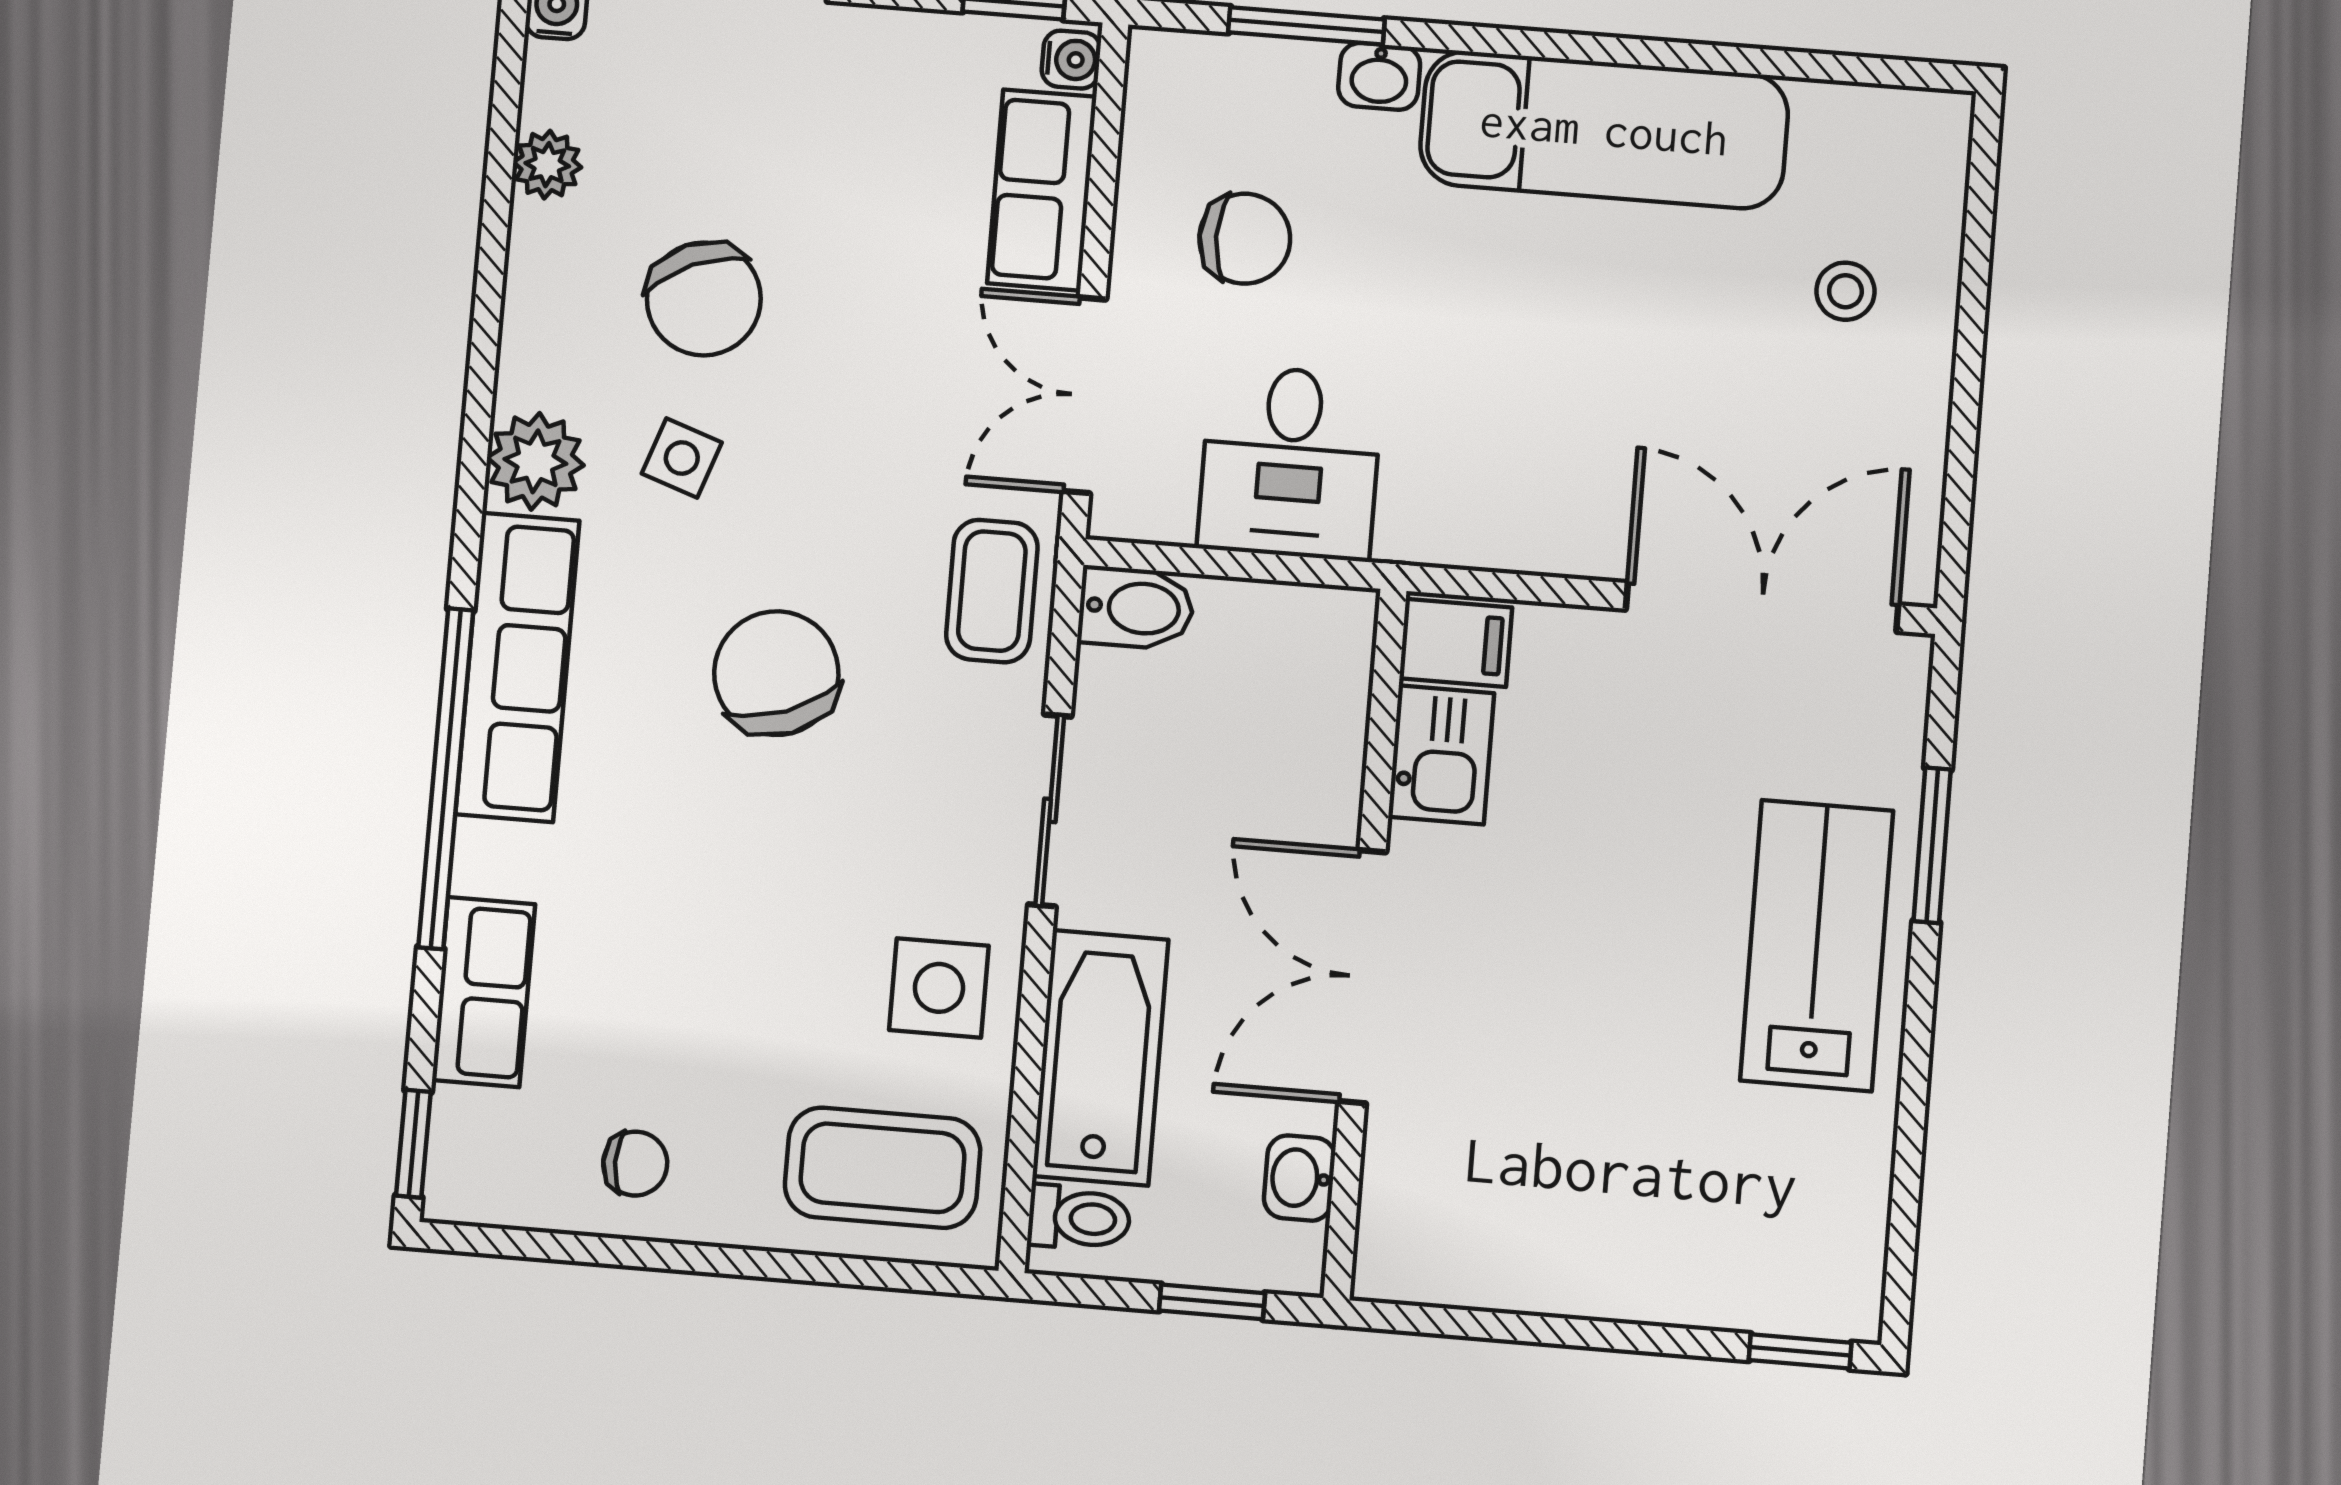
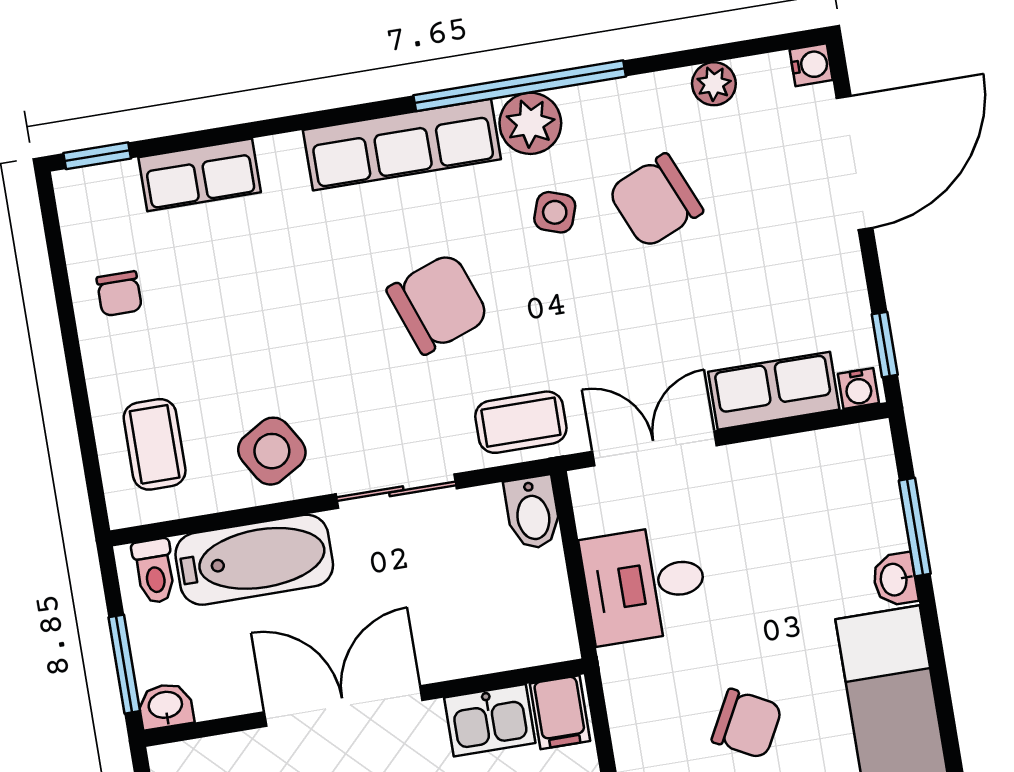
chair: (1245, 239) -> (747, 724), moved, turned -62
window: (446, 779) -> (520, 86), moved
side table: (939, 988) -> (272, 451), turned -31
coffee table: (883, 1168) -> (155, 444), width x0.73, depth x0.77
washbasin: (1299, 1178) -> (166, 706), moved
window: (1212, 1302) -> (124, 664), width x1.50

